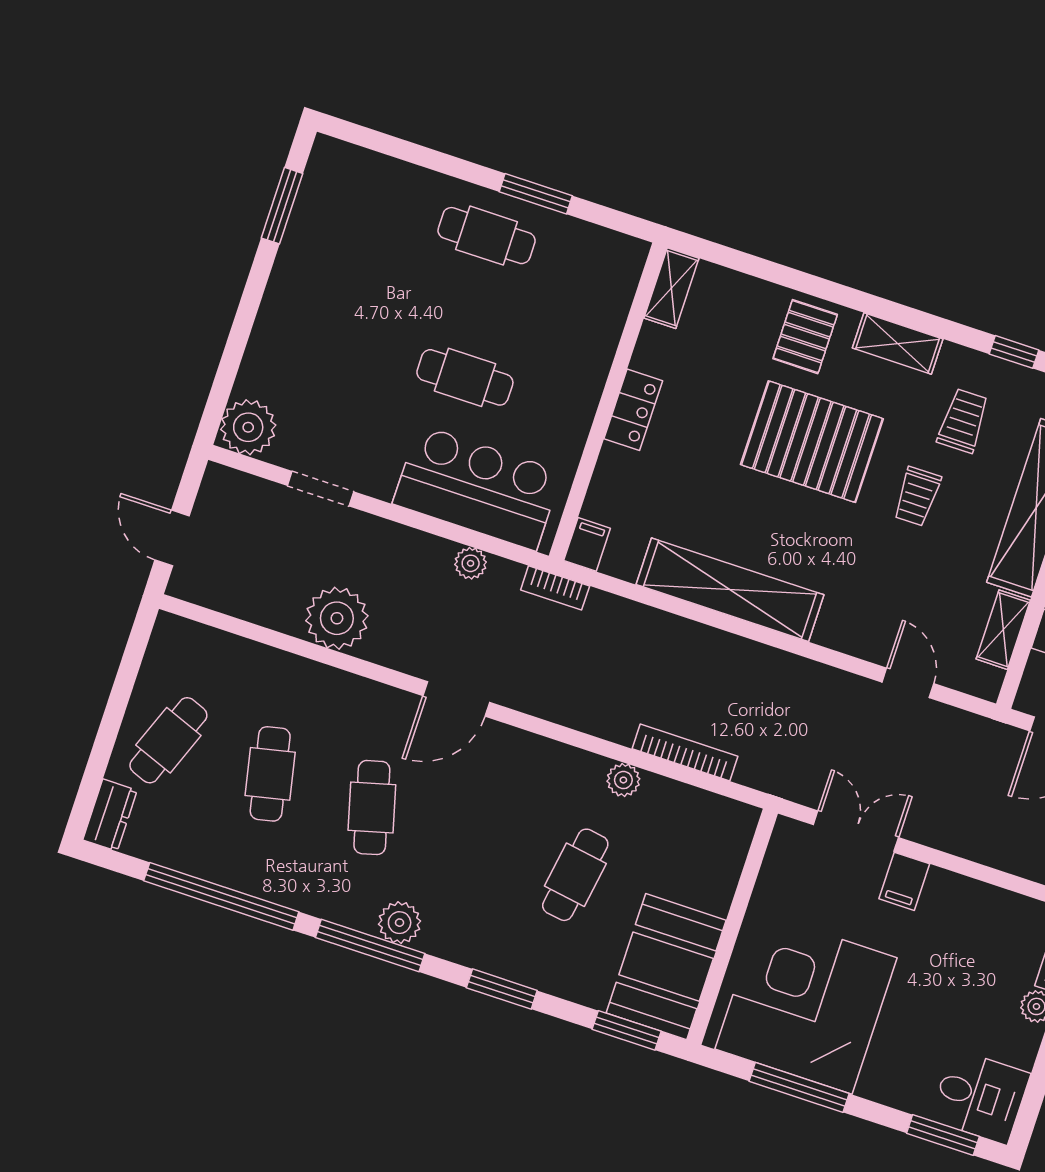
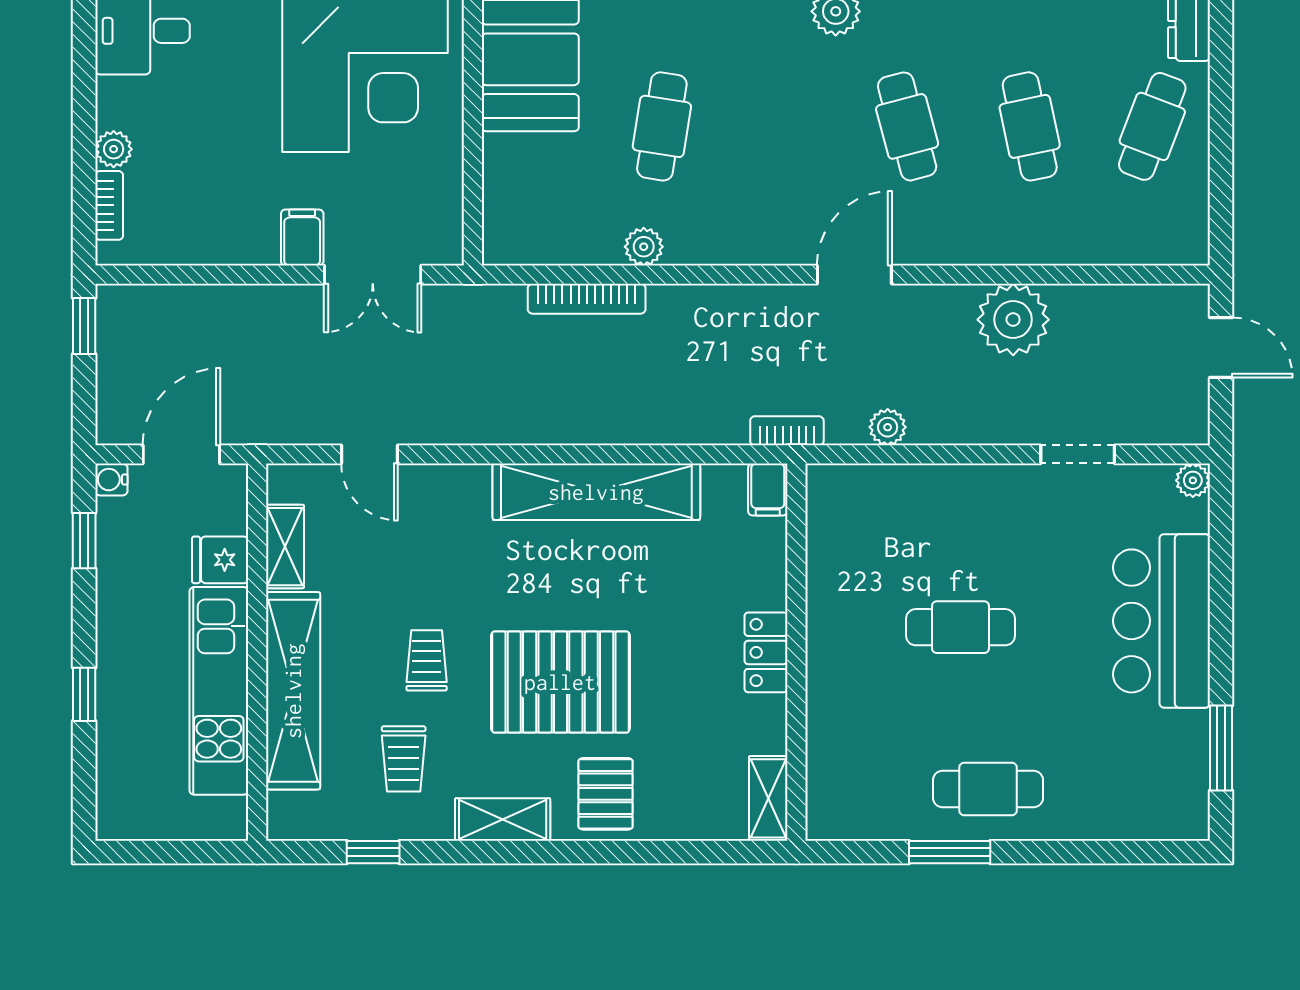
plant: (248, 427) -> (1193, 480), width x0.53, depth x0.53
bar counter: (477, 488) -> (1161, 621), moved, turned 90

